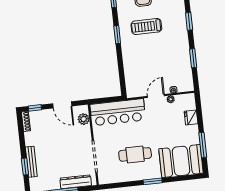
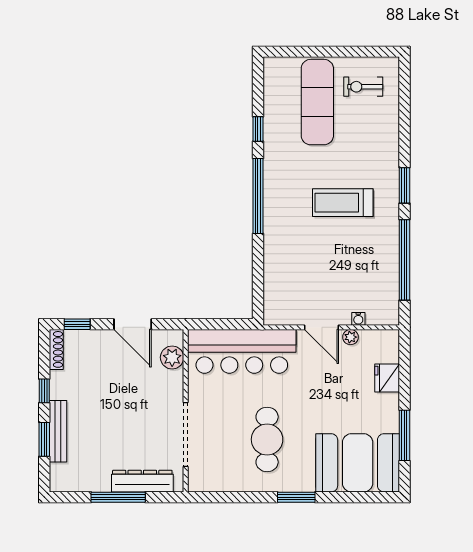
treadmill: (146, 26) -> (343, 203), moved
window: (117, 35) -> (258, 196), width x2.11
window: (193, 58) -> (404, 260), width x2.11
door: (156, 96) -> (322, 327), swing flipped
window: (22, 143) -> (44, 391), added
cafe table: (135, 154) -> (267, 439), turned 90

